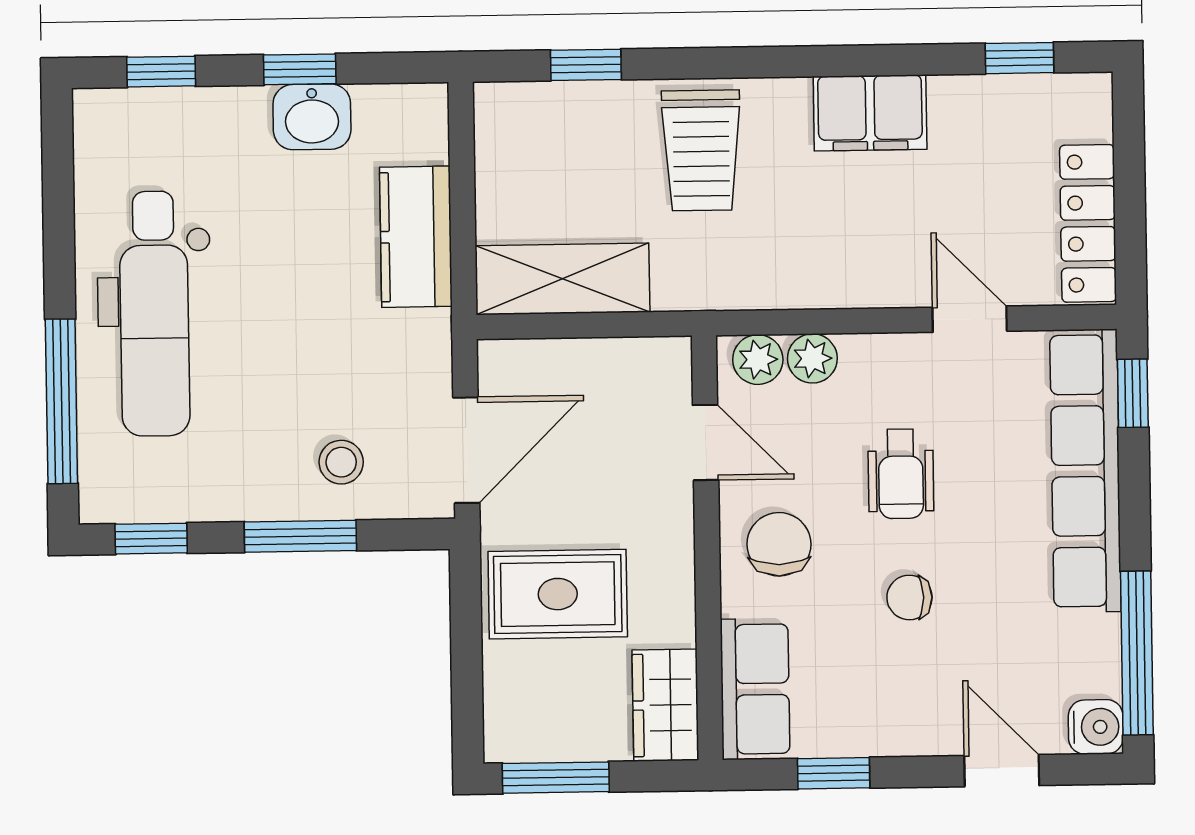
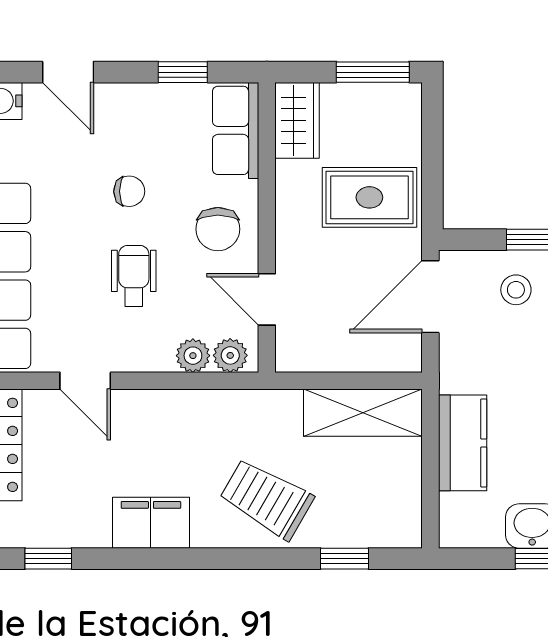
trolley: (701, 150) -> (267, 499), turned -60

